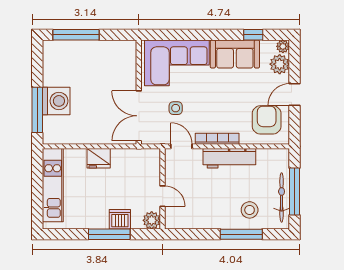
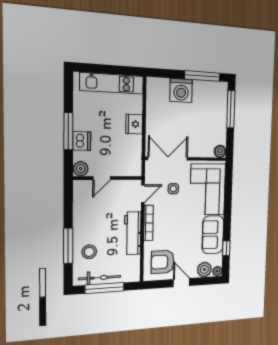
boiler: (129, 48) -> (220, 151), added
window: (37, 110) -> (202, 76), moved
armchair: (267, 120) -> (163, 262), turned 180

